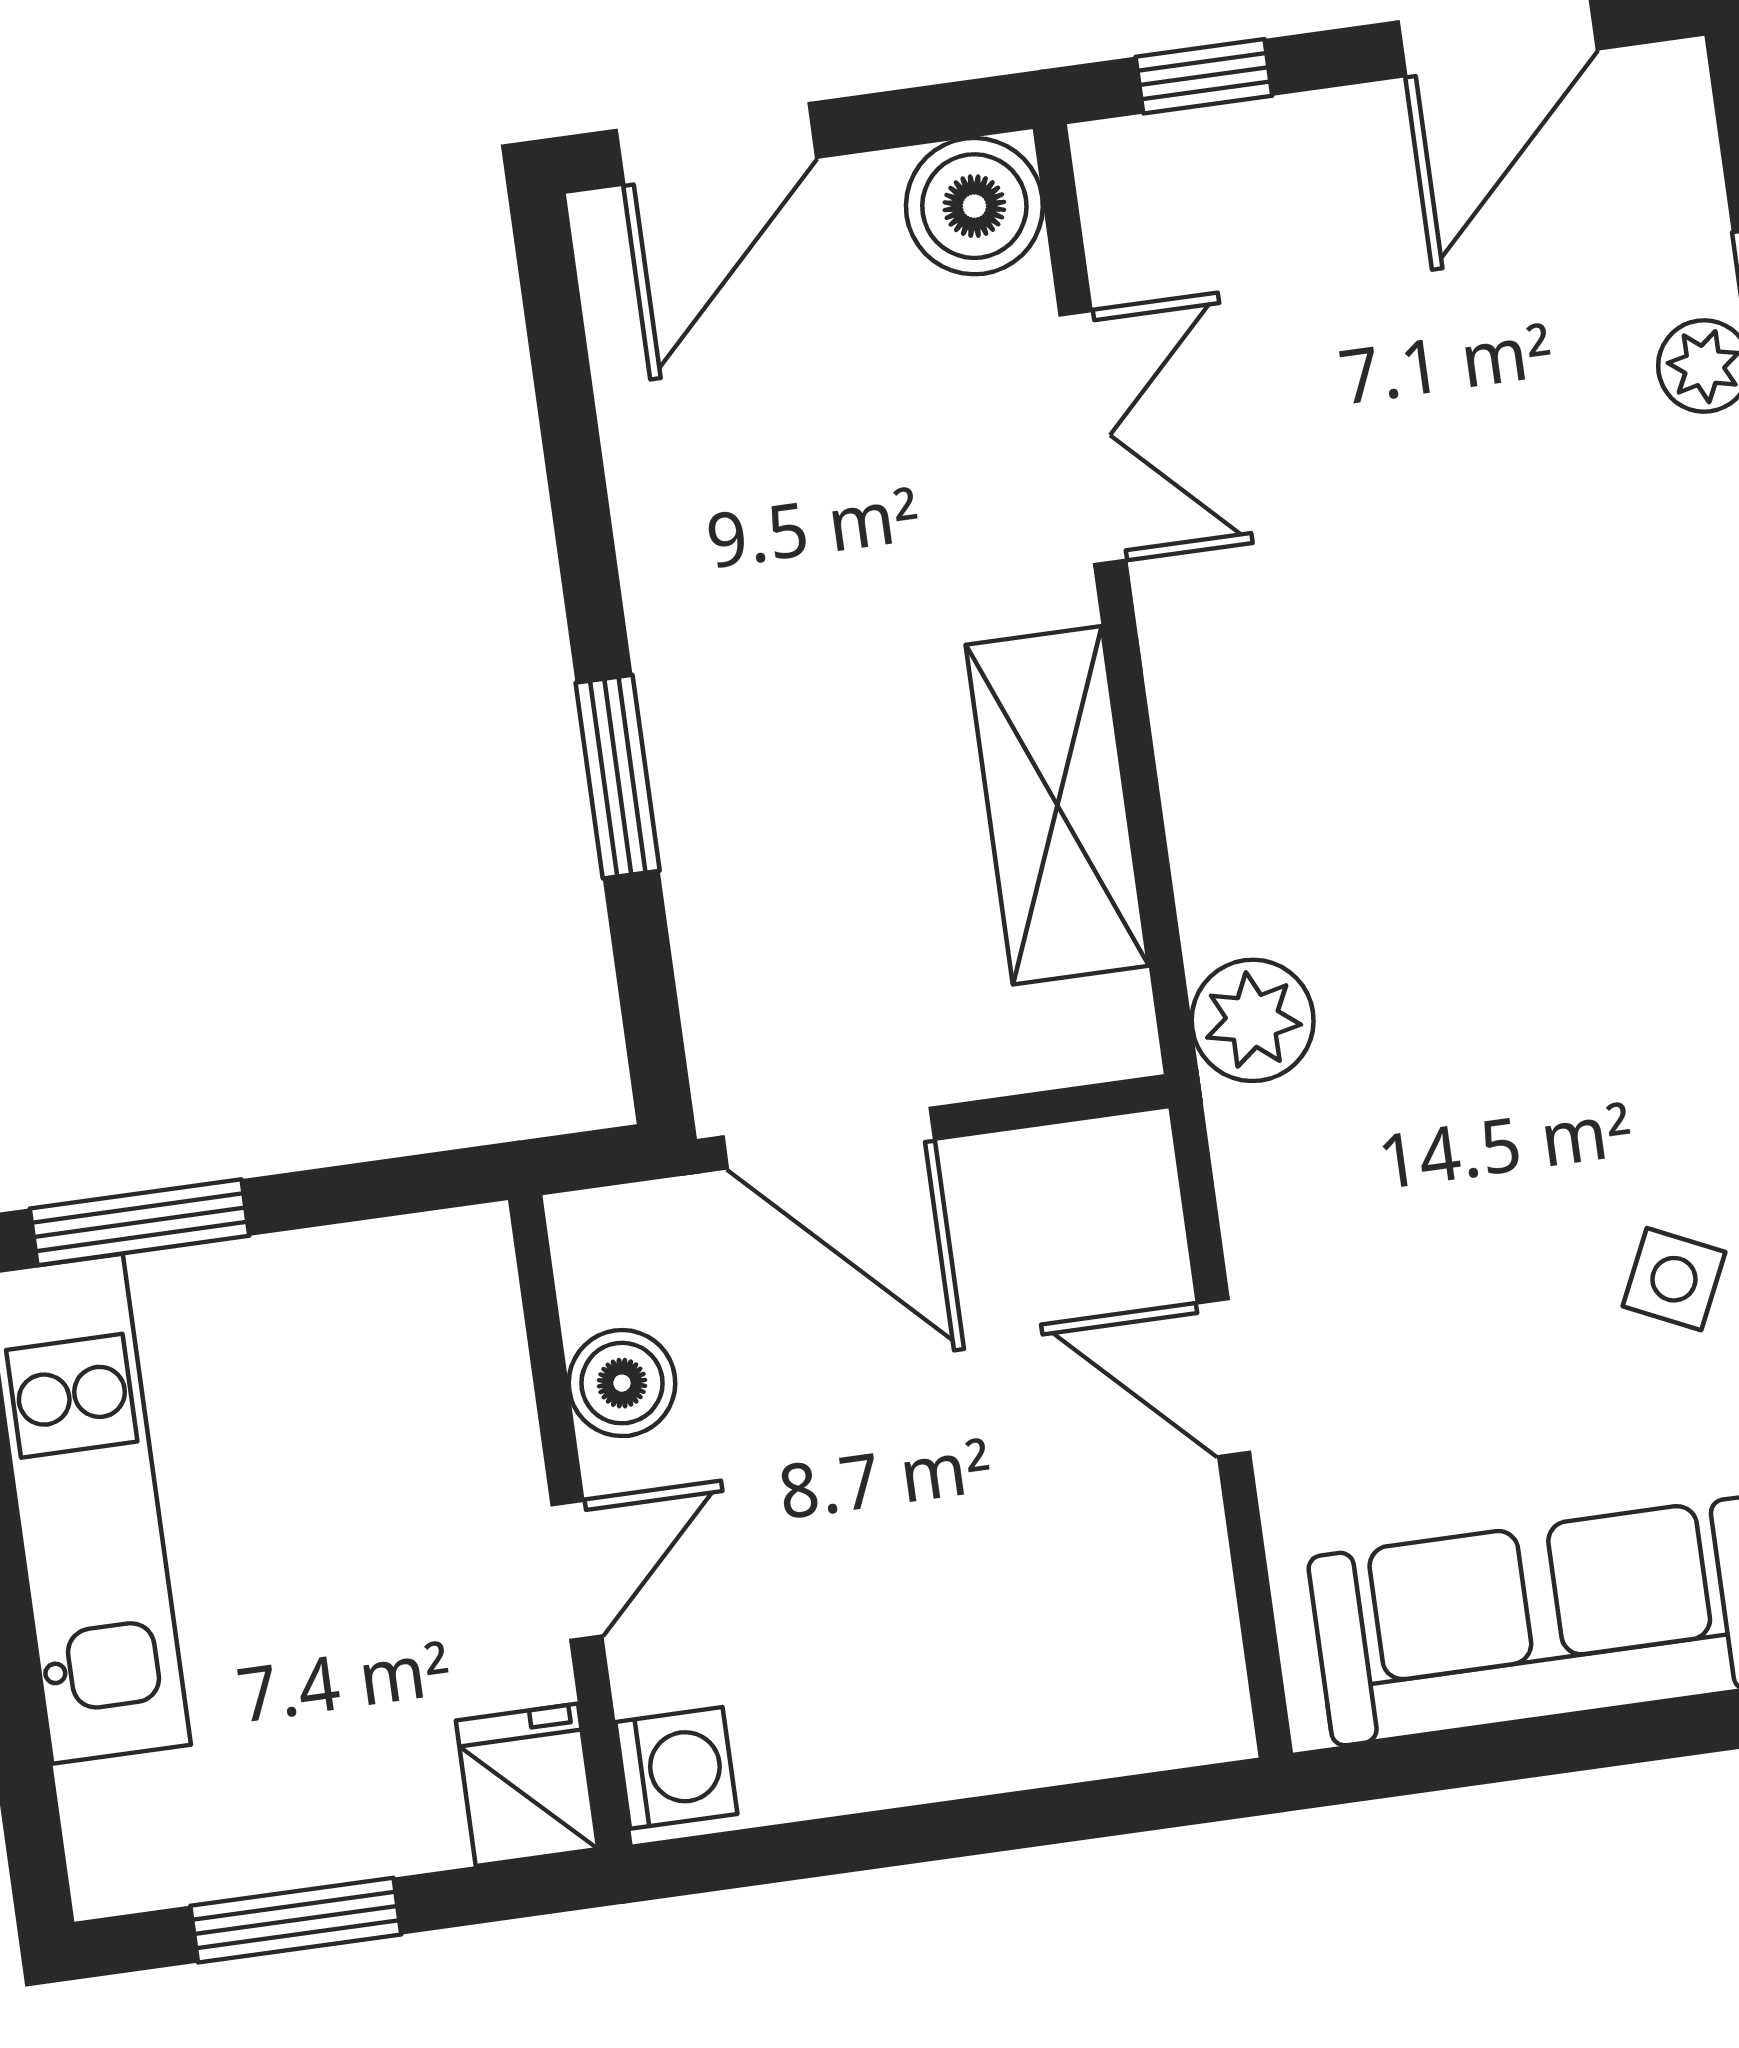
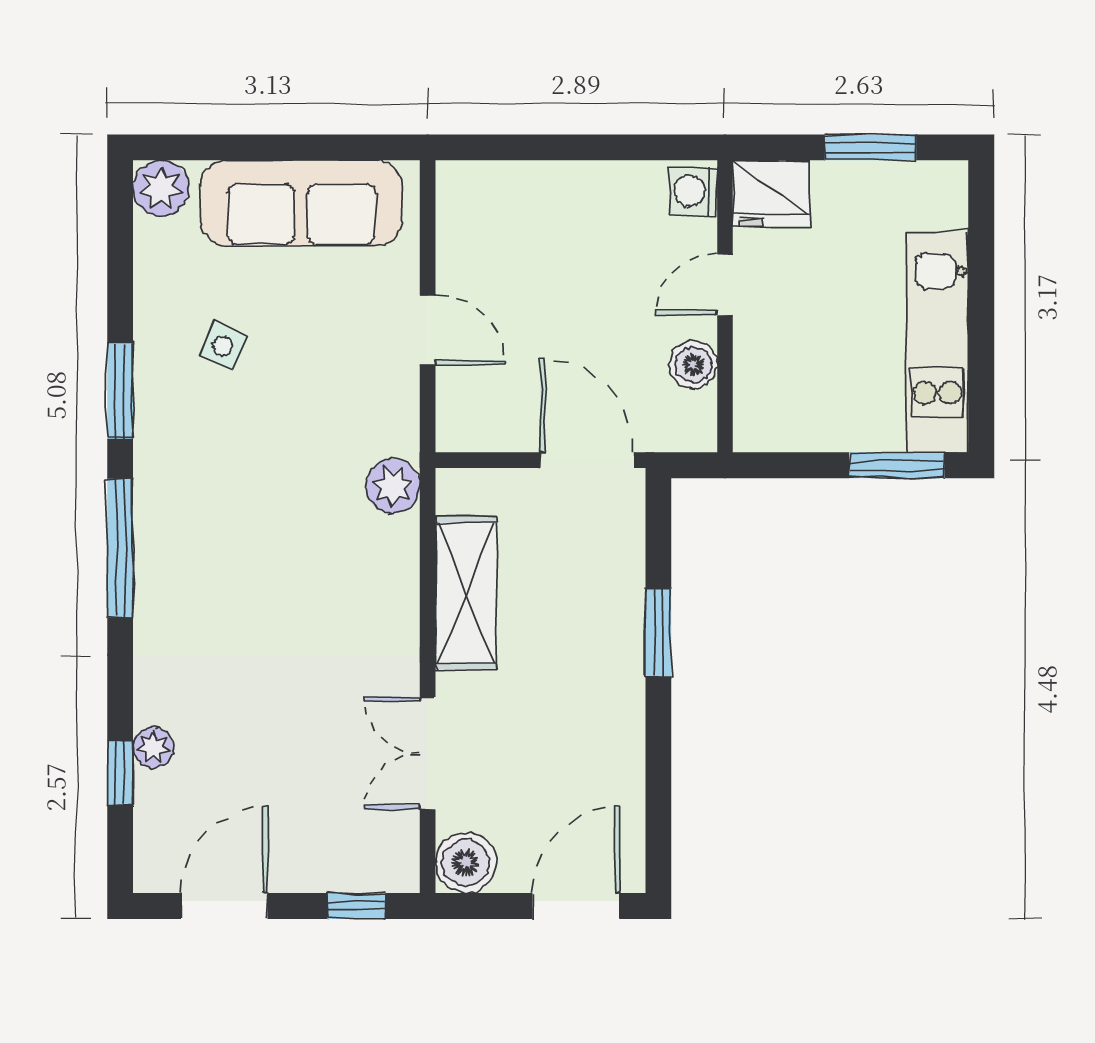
fridge: (527, 1785) -> (771, 193), width x1.38

